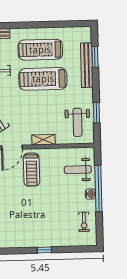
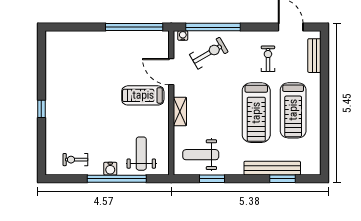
treadmill: (40, 50) -> (293, 110), turned 180
treadmill: (43, 79) -> (256, 113), turned 180

